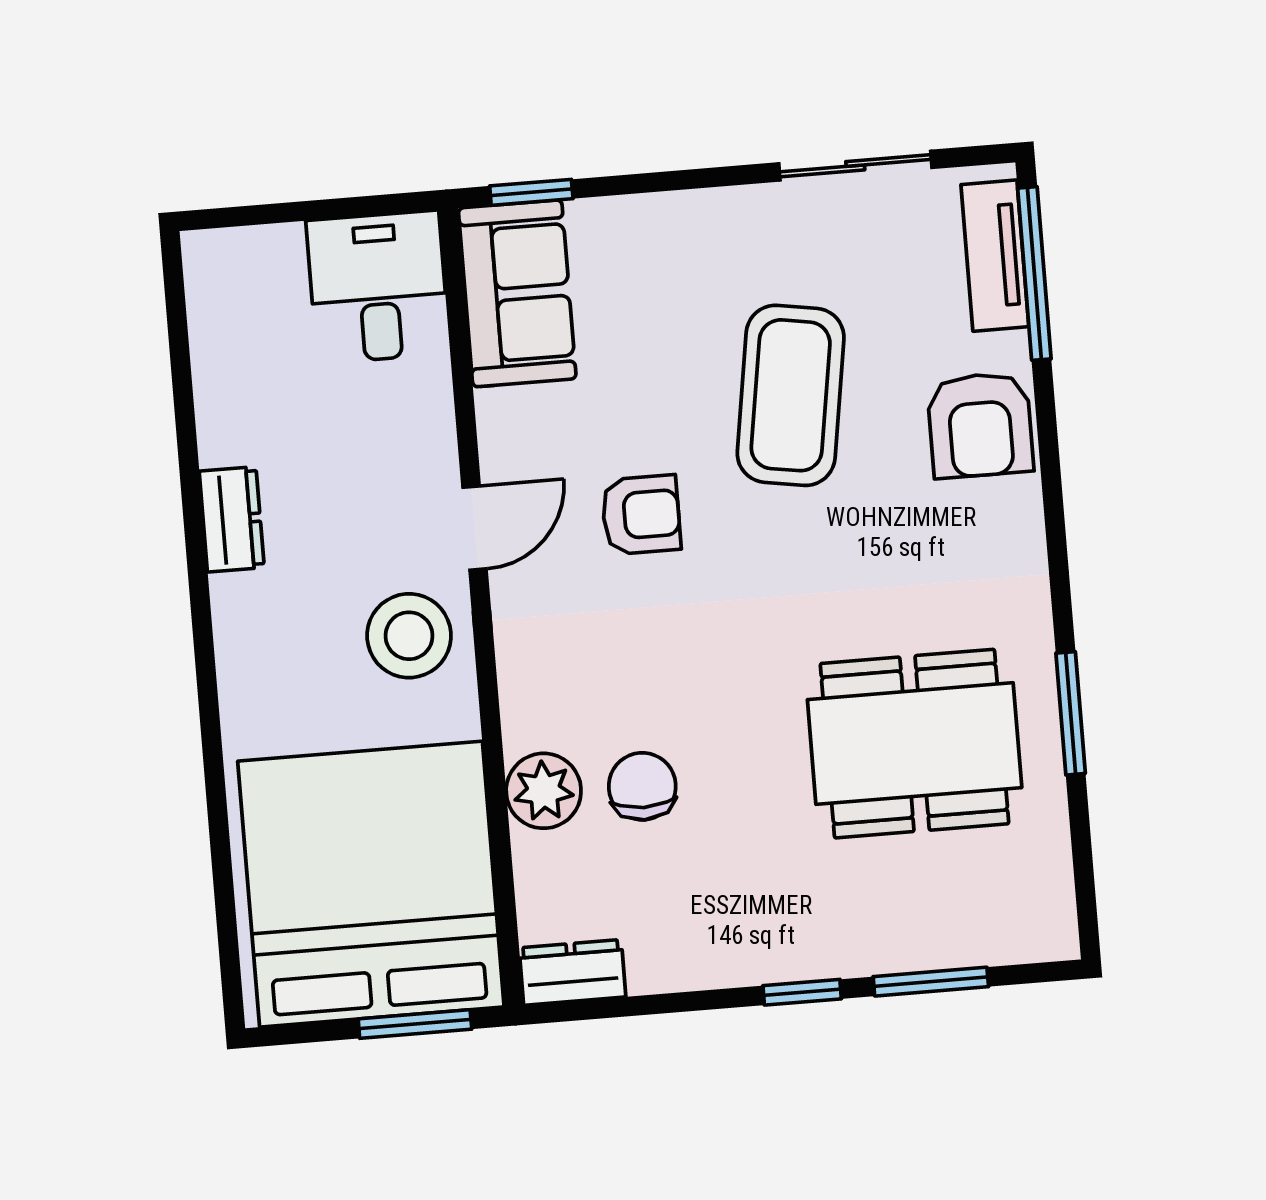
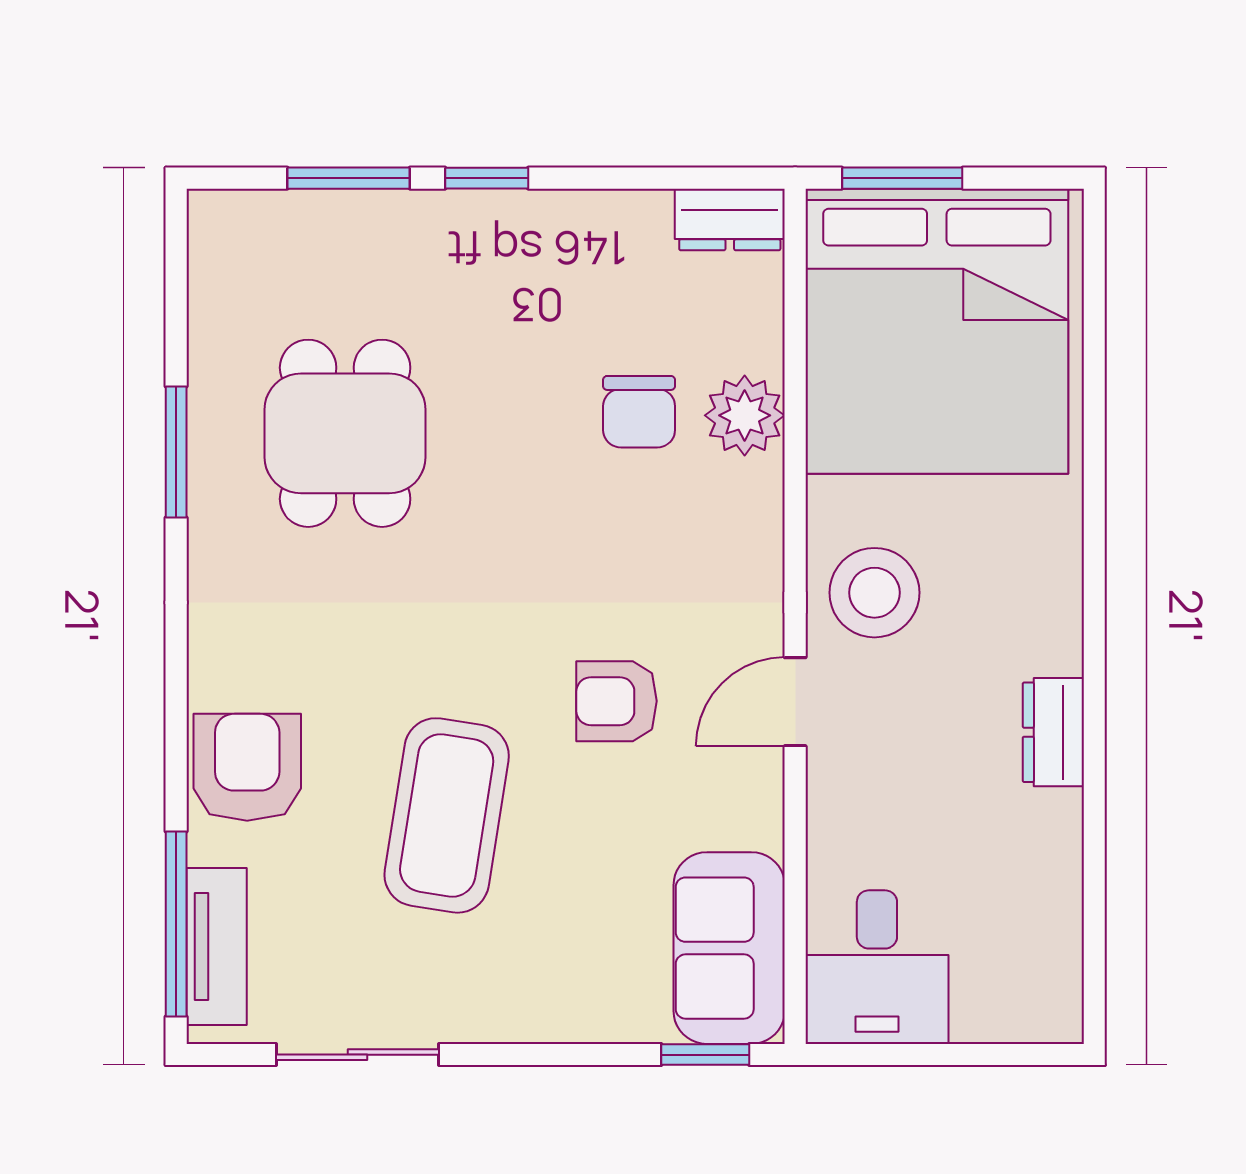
dining table: (915, 744) -> (345, 433), width x0.73

